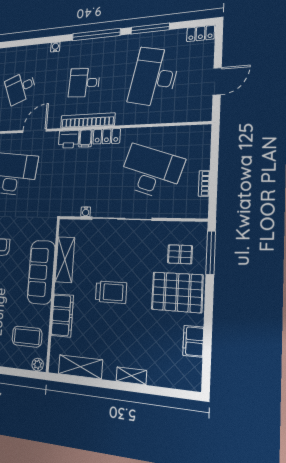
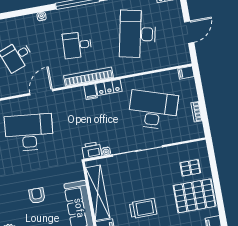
filing cabinet: (202, 132) -> (186, 73), added
printer: (69, 139) -> (92, 150), moved, turned 180
window: (211, 253) -> (213, 162), removed
shelving: (65, 260) -> (98, 193), width x1.47

